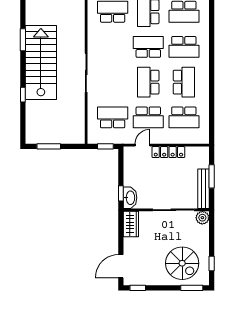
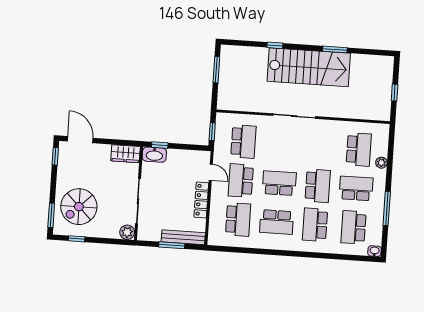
school desk: (184, 117) -> (238, 219), turned 180
bench: (204, 189) -> (183, 237), moved

